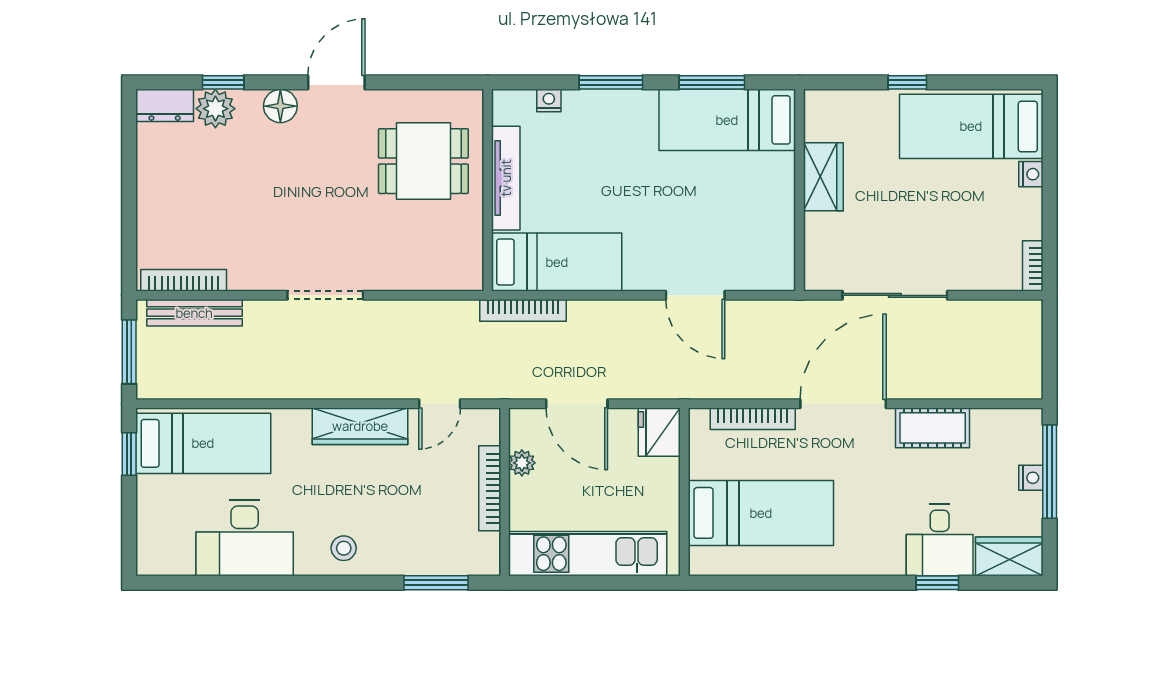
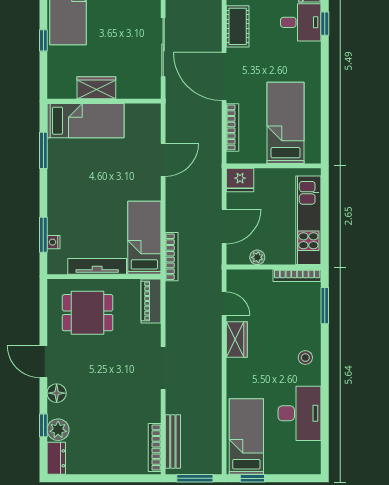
window: (611, 82) -> (43, 235), moved
bed: (727, 120) -> (86, 121), moved, turned -90
dining table: (423, 161) -> (88, 313), turned 90
piano: (444, 274) -> (151, 301), added
wardrobe: (360, 426) -> (237, 339), width x0.67
bookcase: (490, 488) -> (297, 275), moved

